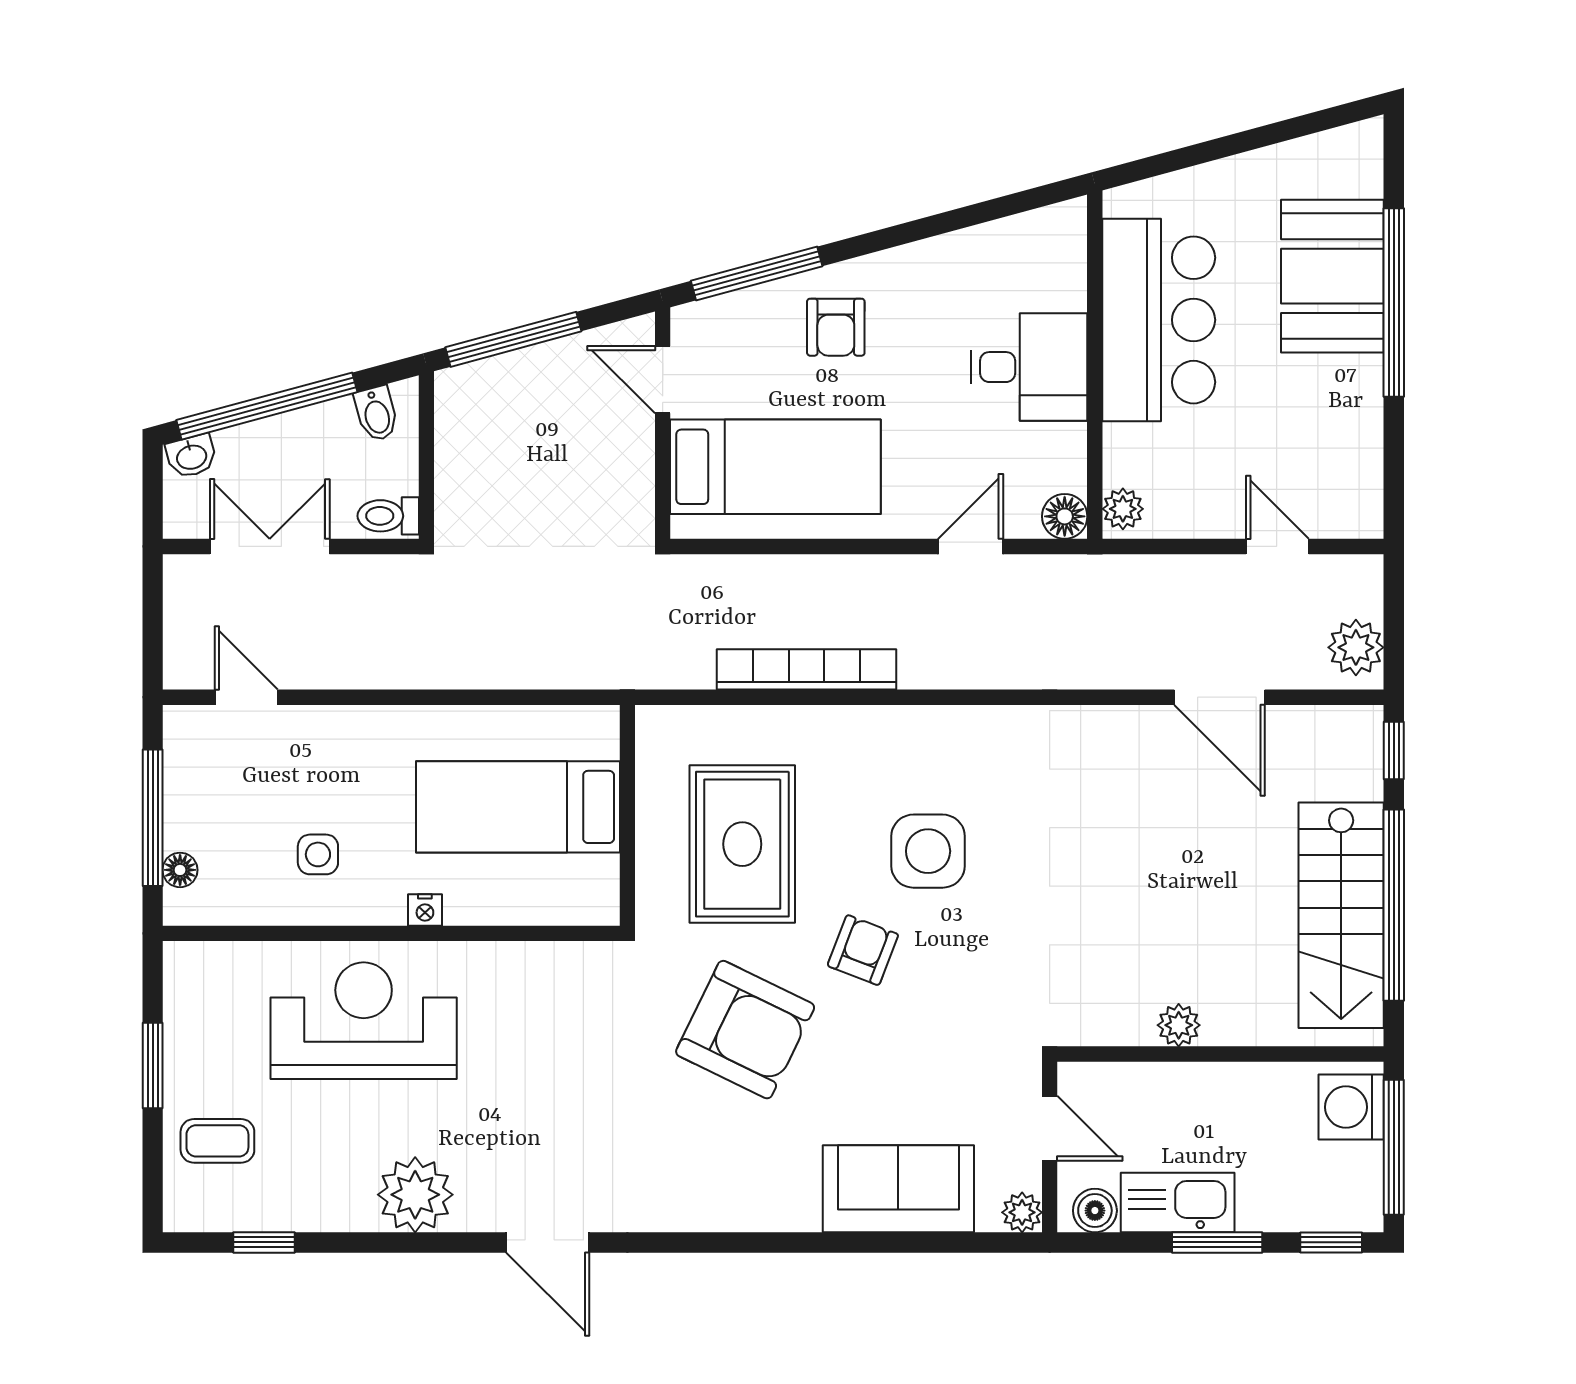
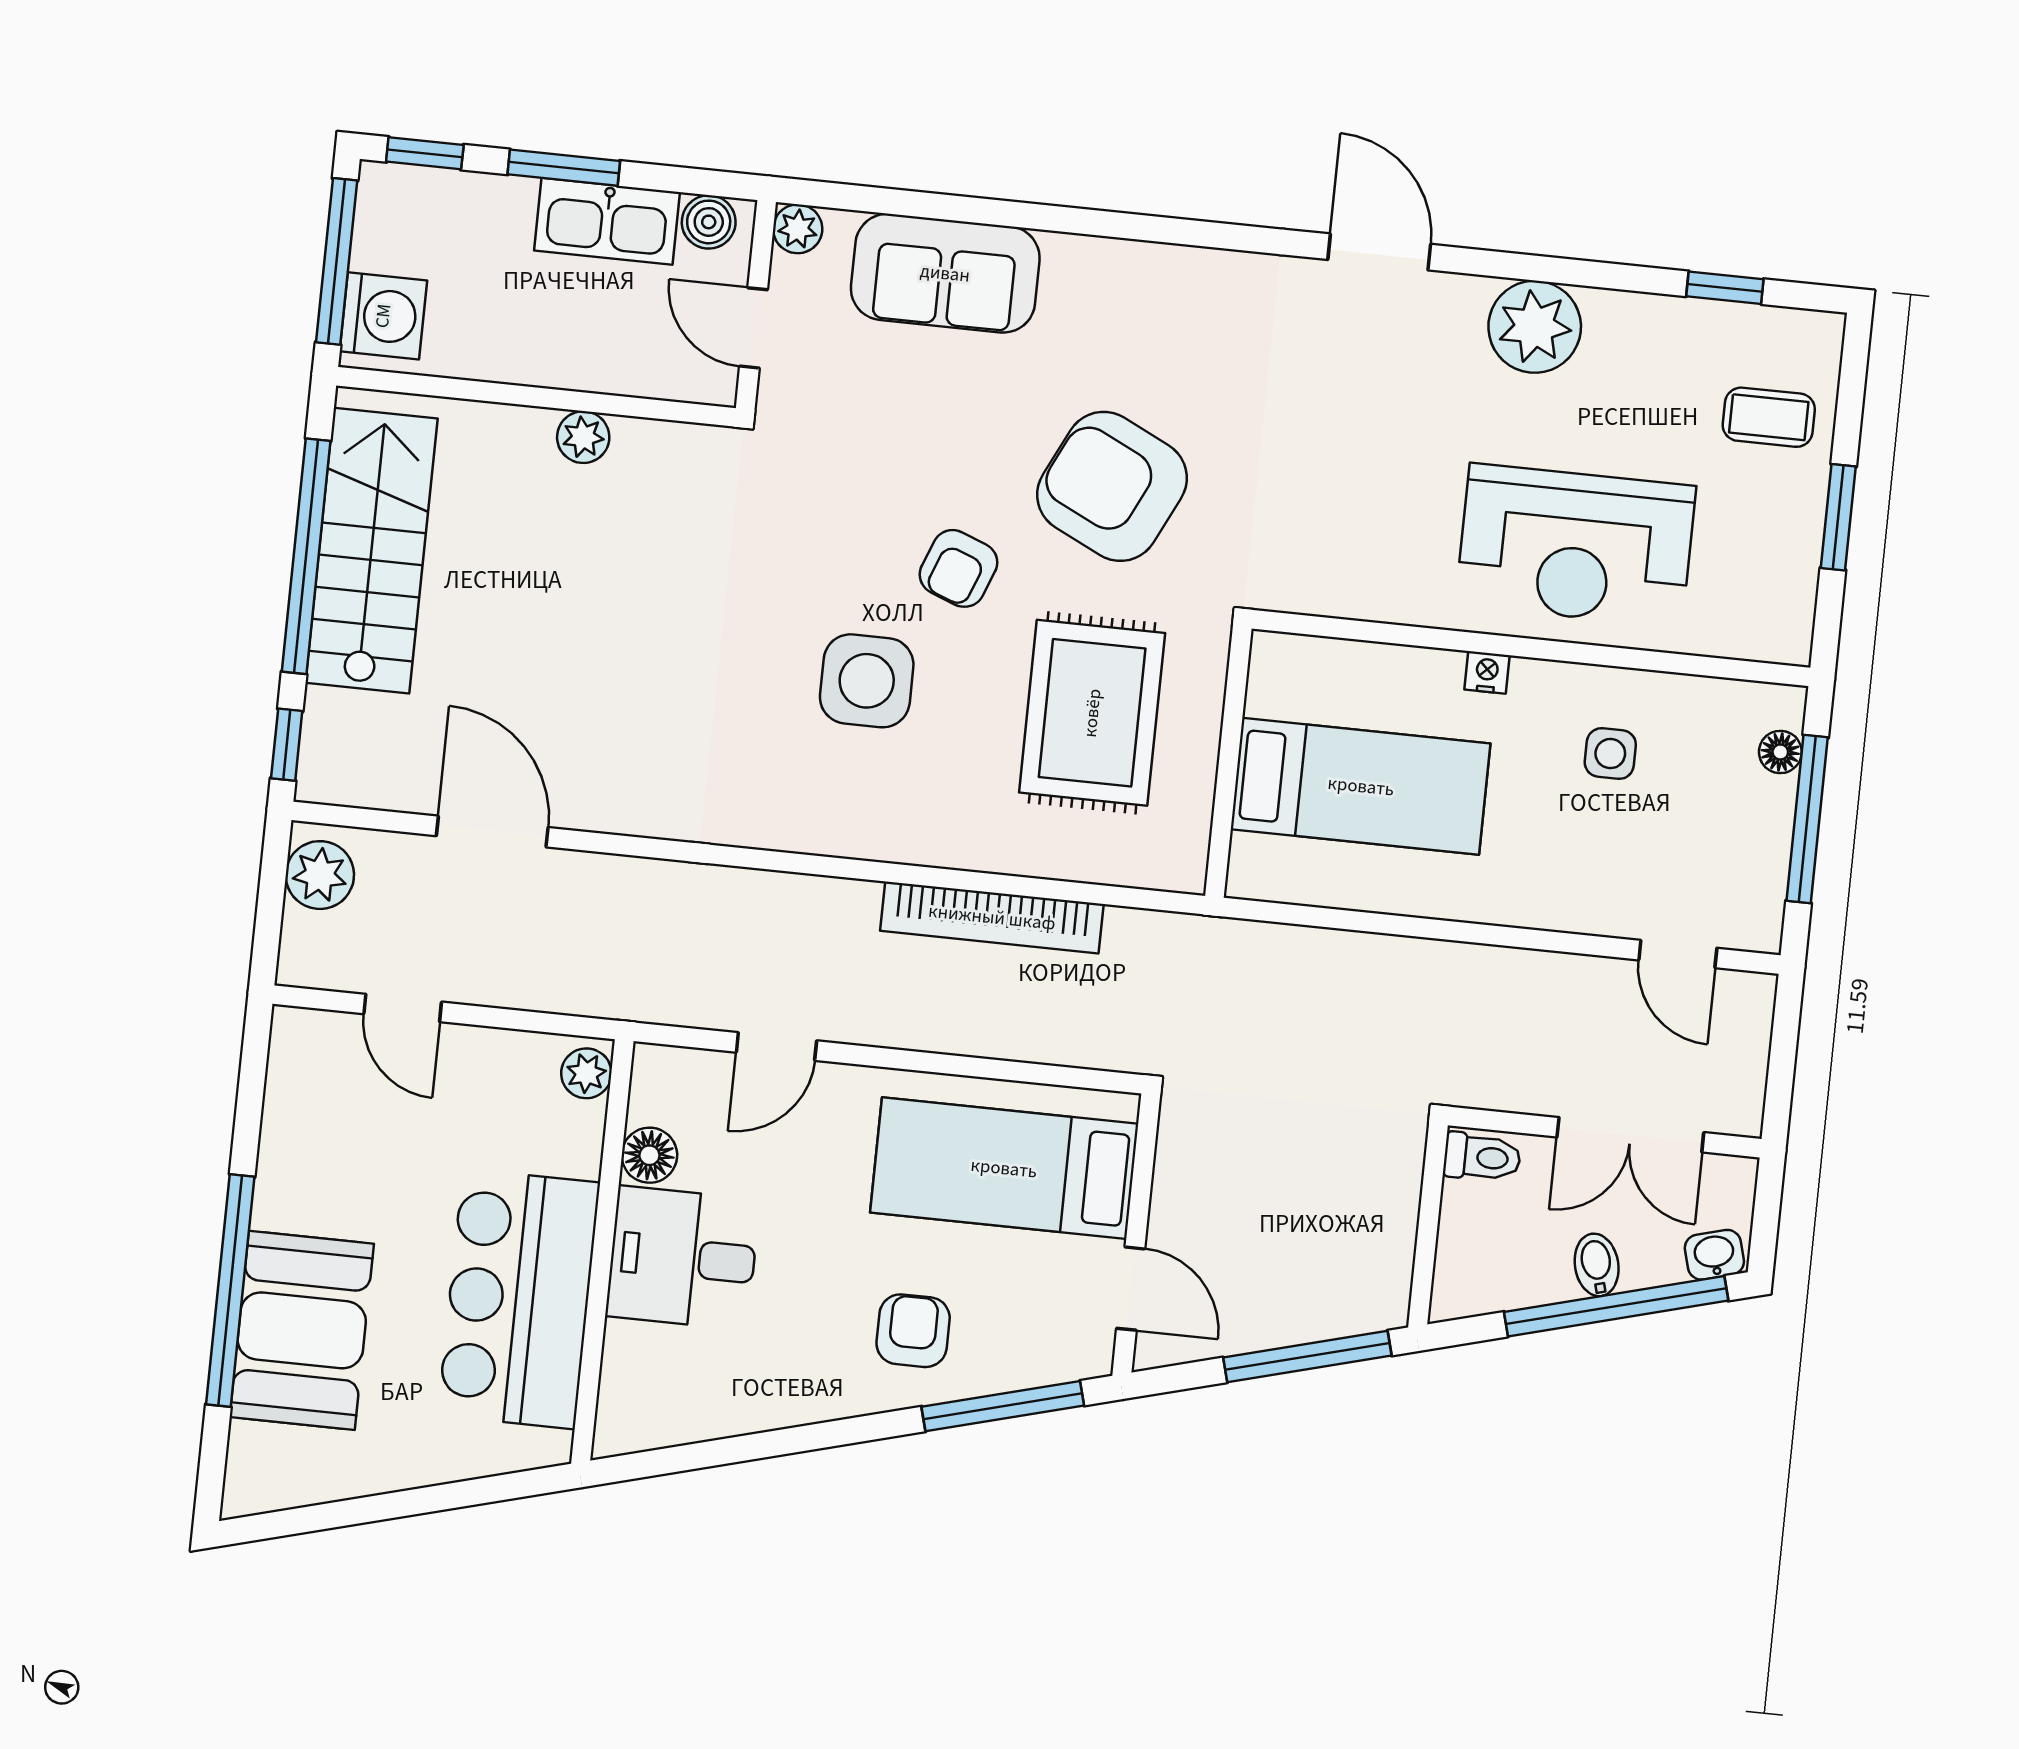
bidet: (376, 414) -> (1597, 1265), moved
floor lamp: (1065, 516) -> (649, 1155), moved

